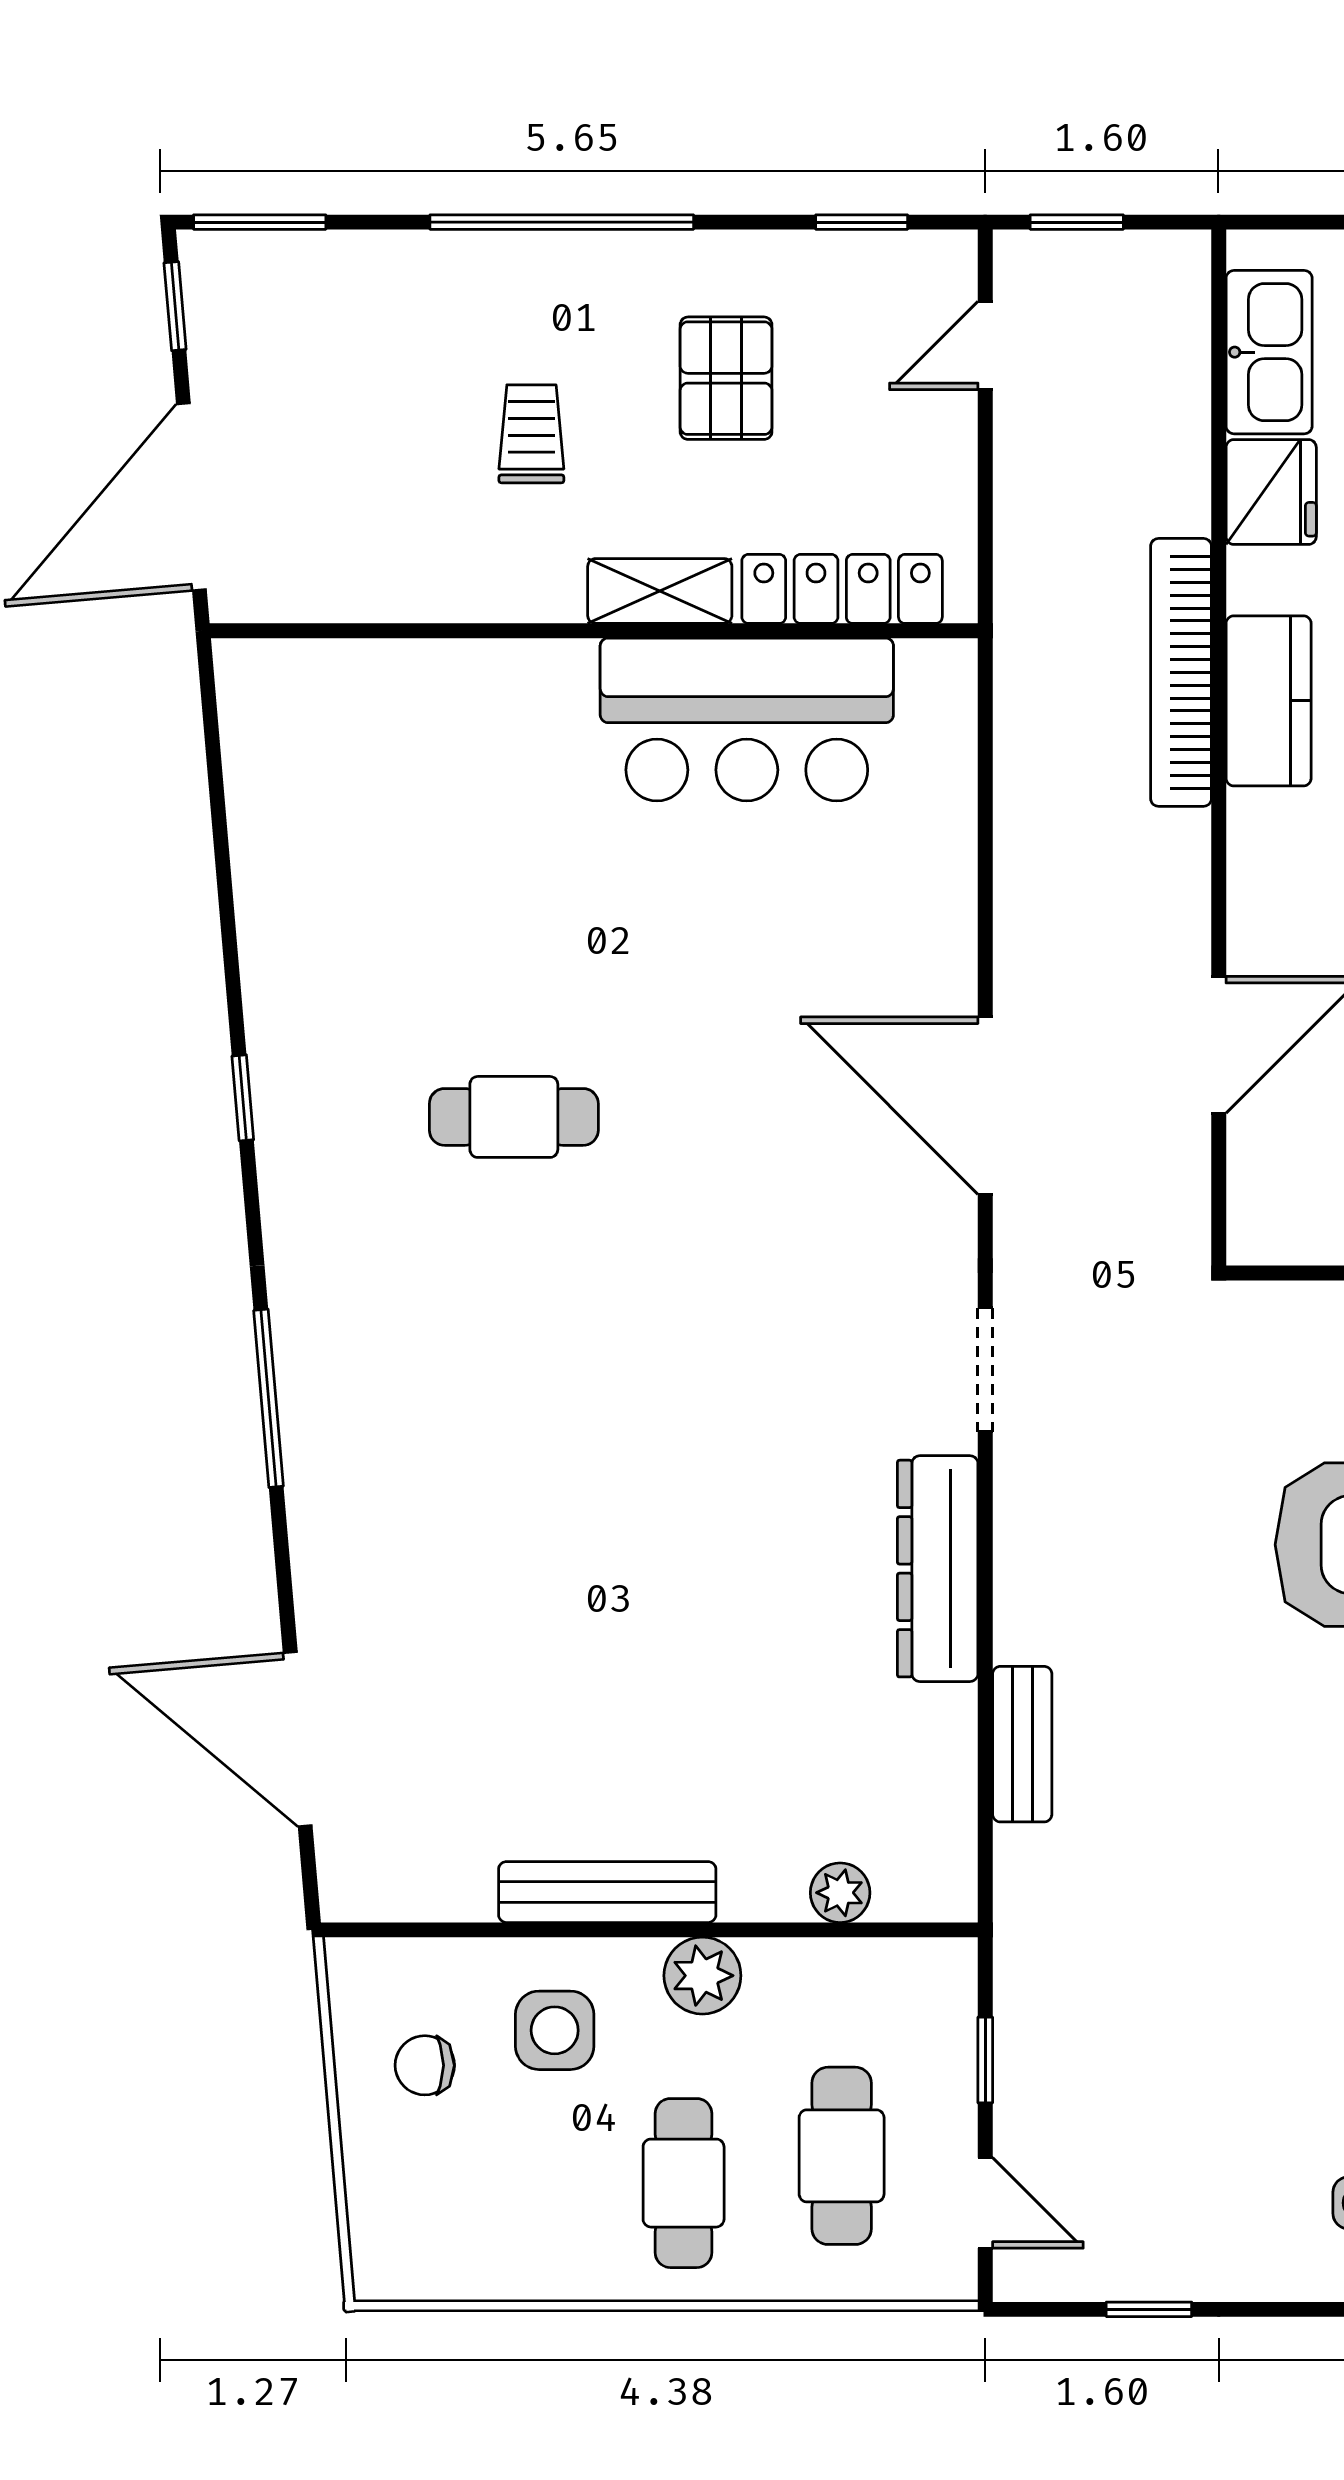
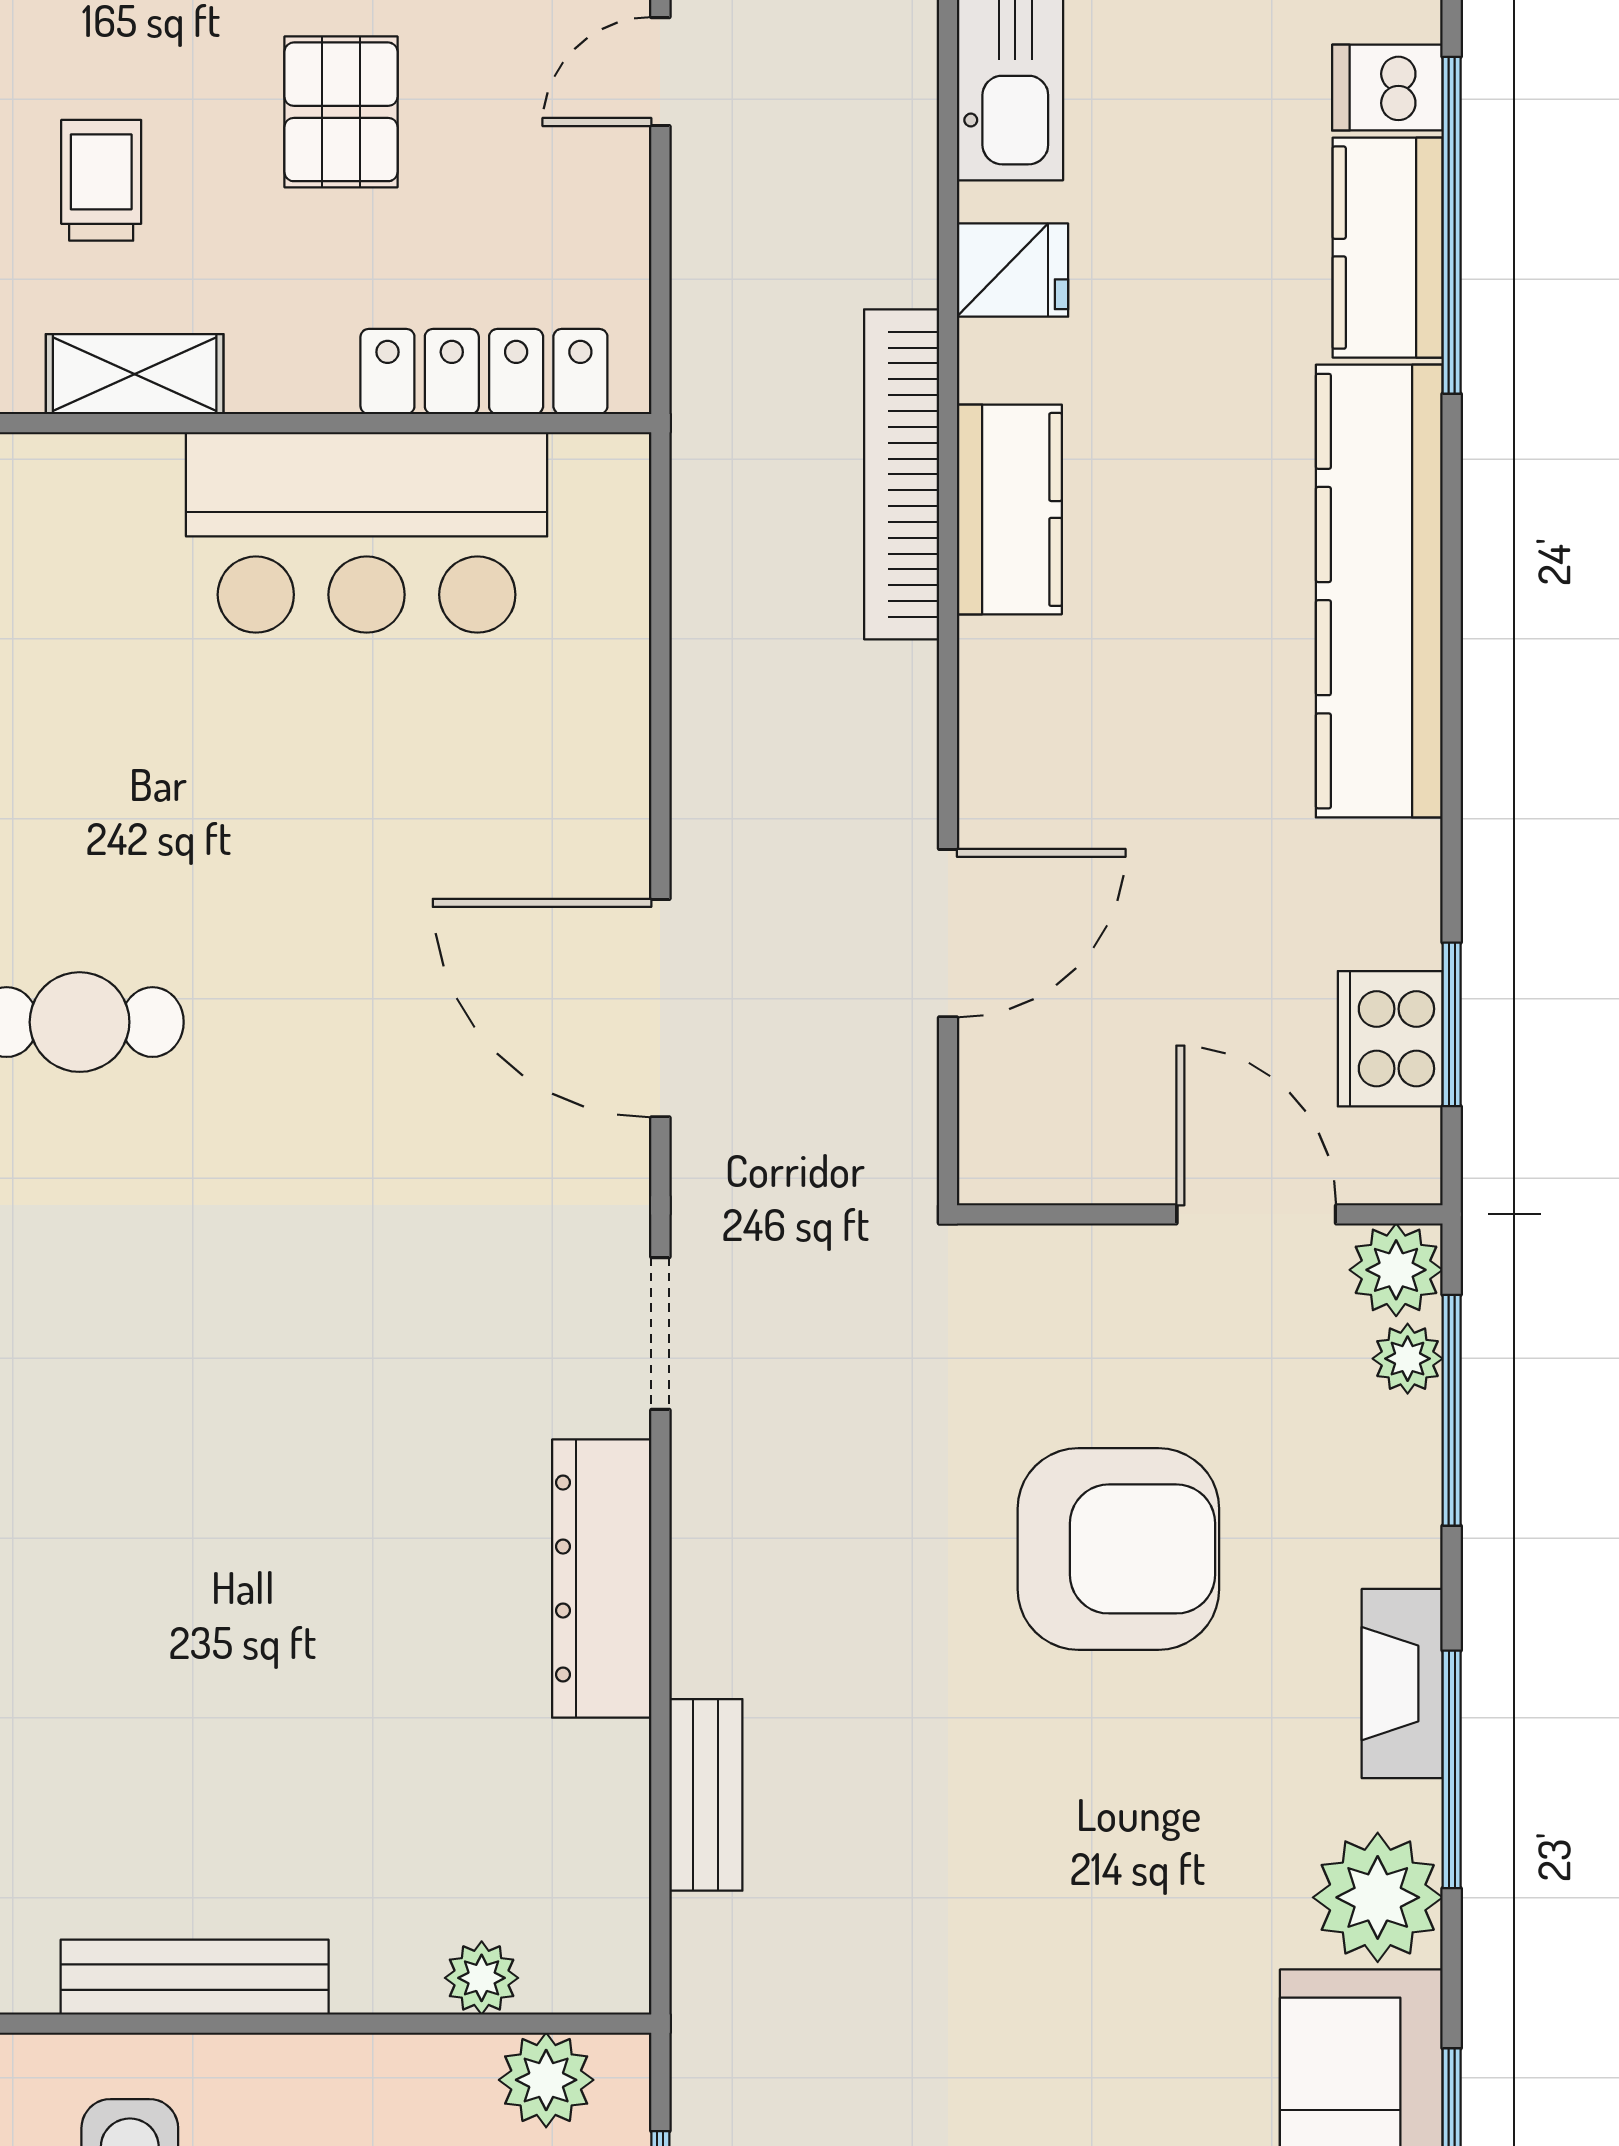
fridge: (1271, 492) -> (1013, 270), width x0.72
shelving: (660, 591) -> (135, 374), moved
plant: (702, 1976) -> (546, 2080), moved

